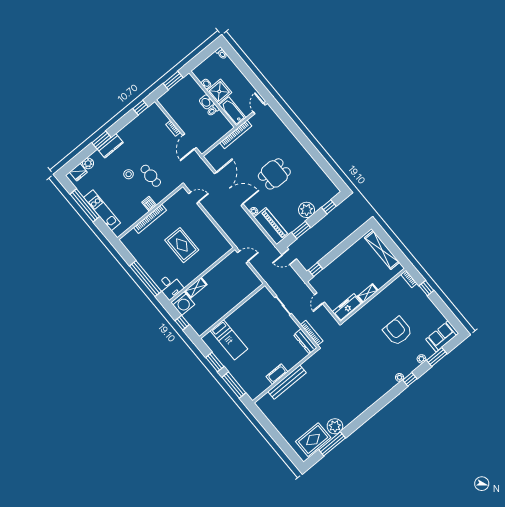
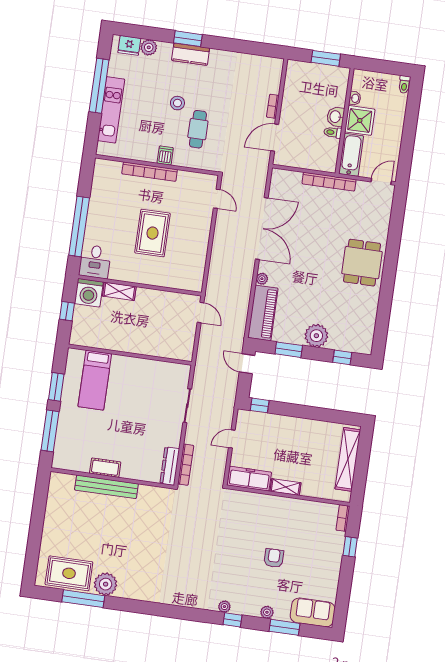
window: (140, 108) -> (263, 49), removed
dining table: (274, 174) -> (362, 263), moved, turned 90
armchair: (398, 331) -> (274, 558), width x0.53, depth x0.53

